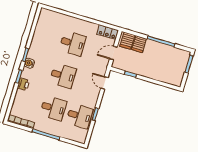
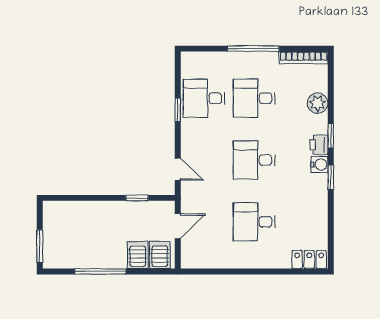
locker: (108, 32) -> (309, 260), moved
printer: (23, 84) -> (319, 145), moved
plant: (21, 96) -> (318, 103), added

